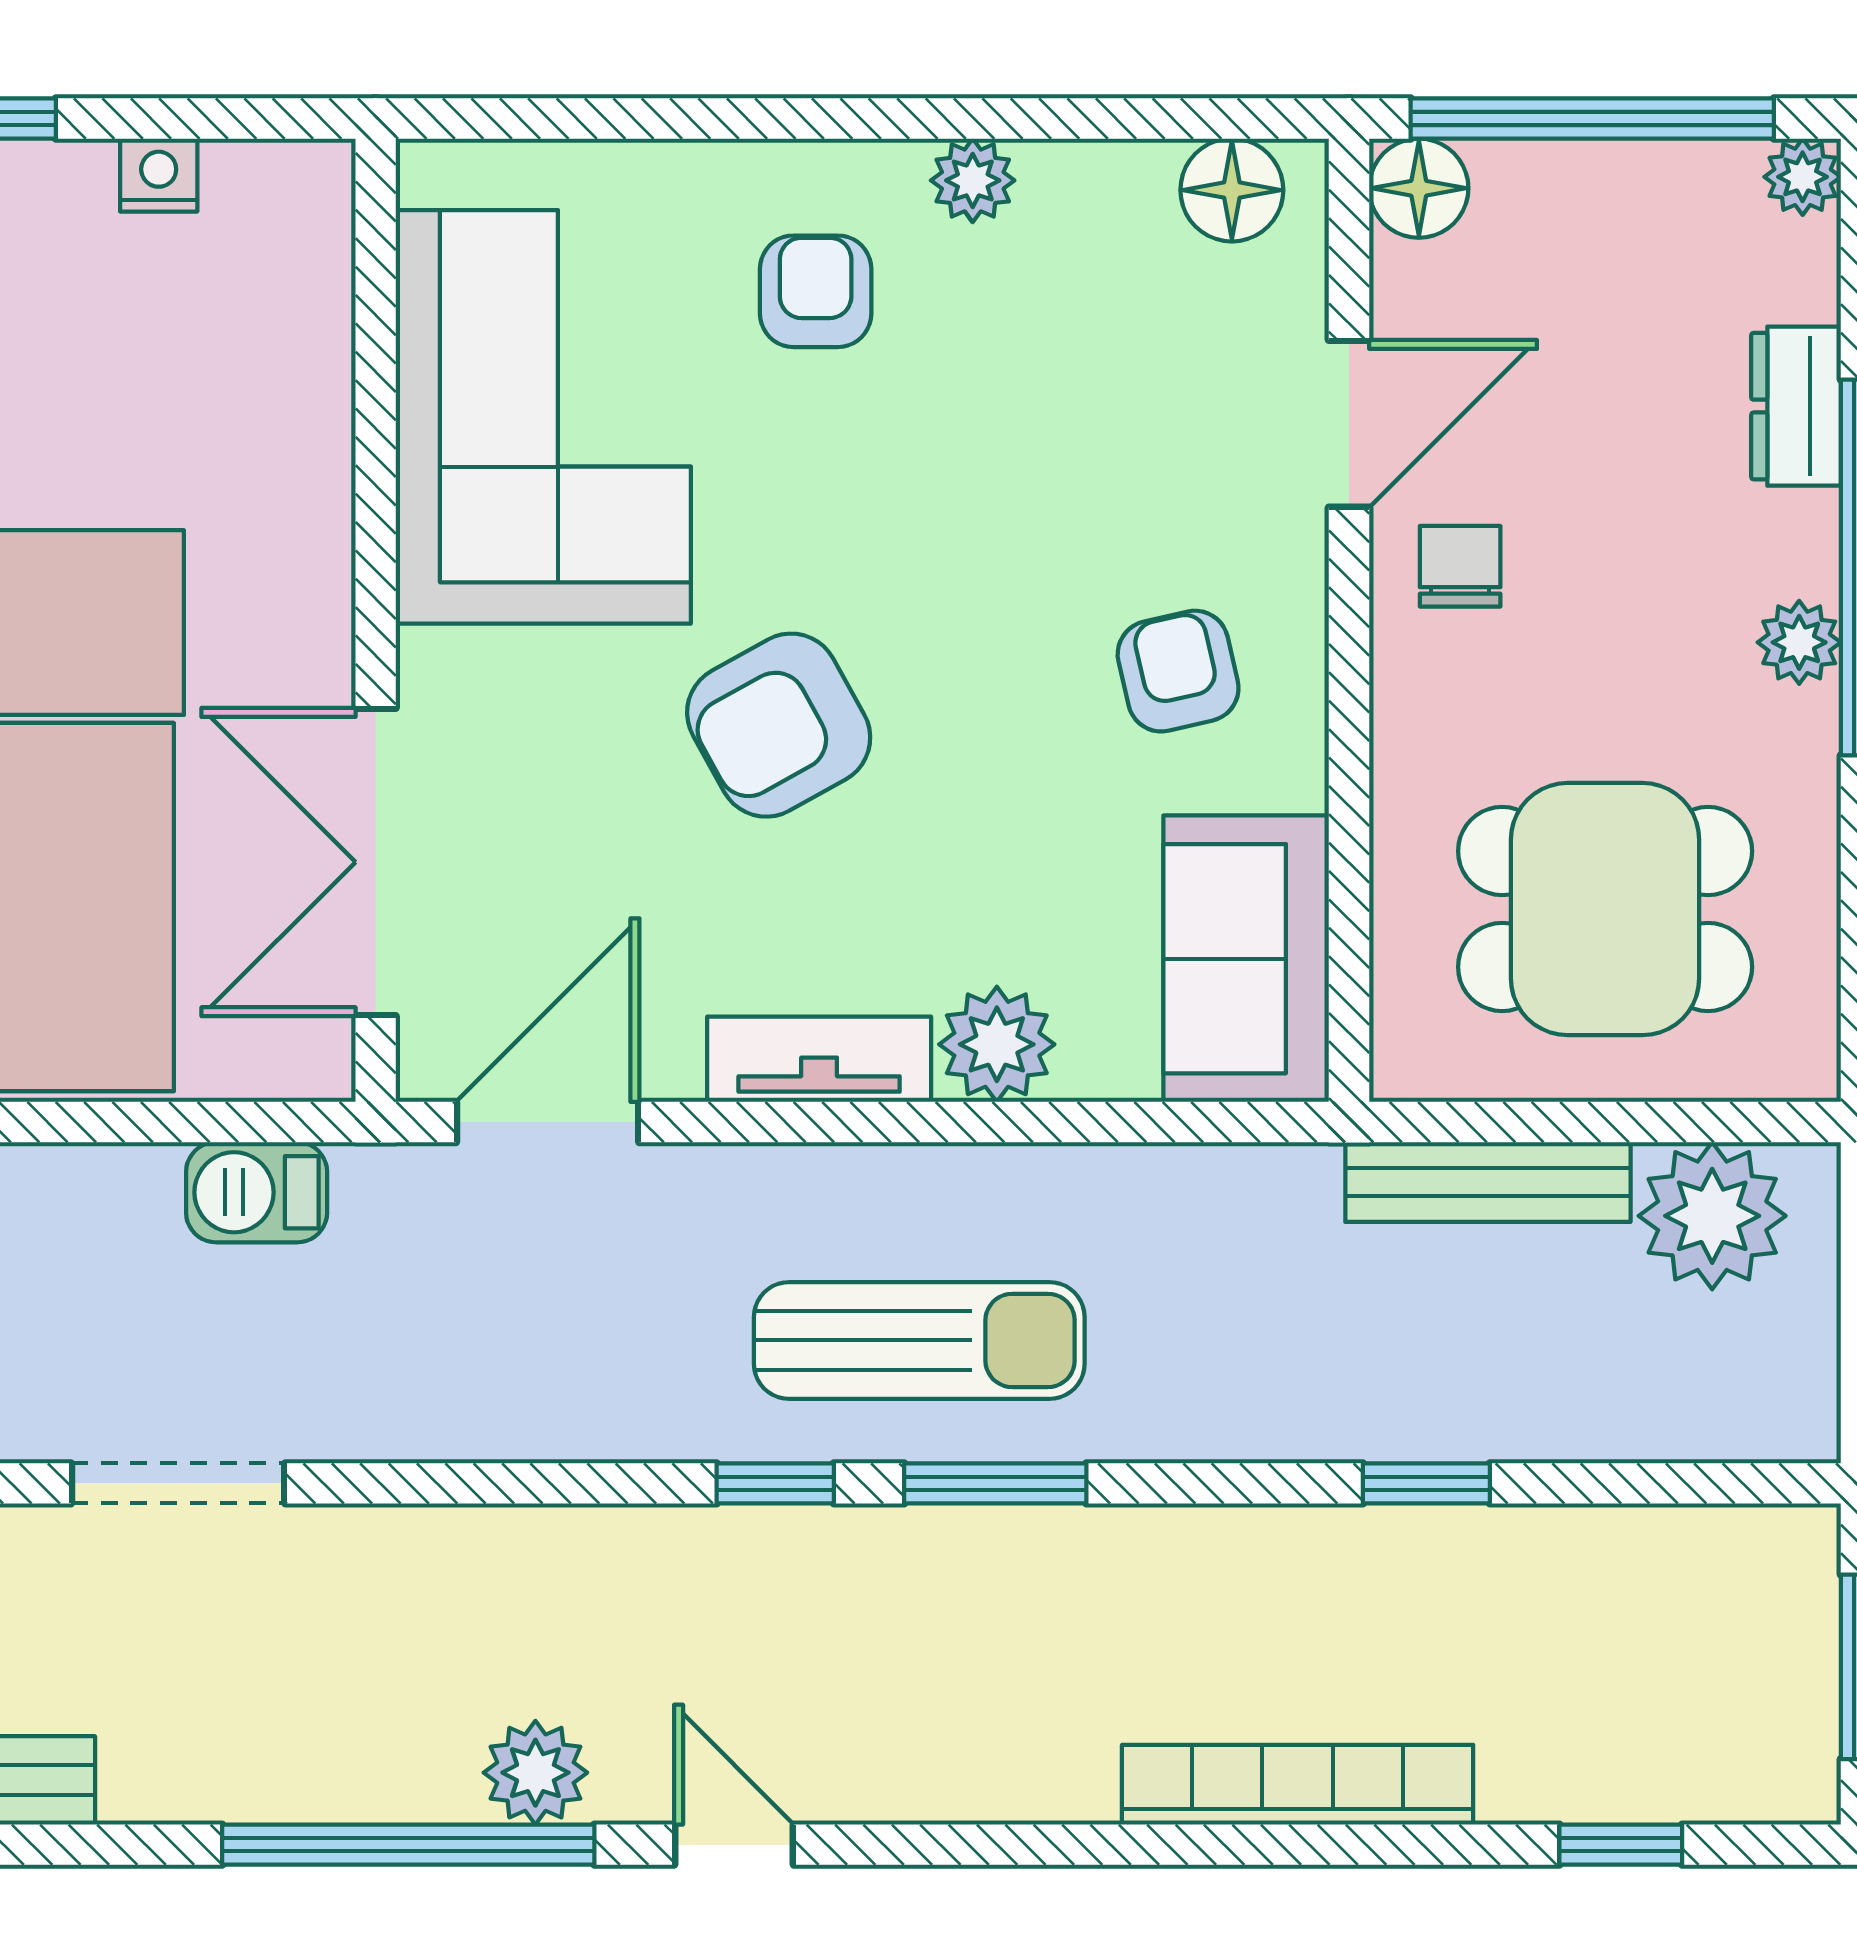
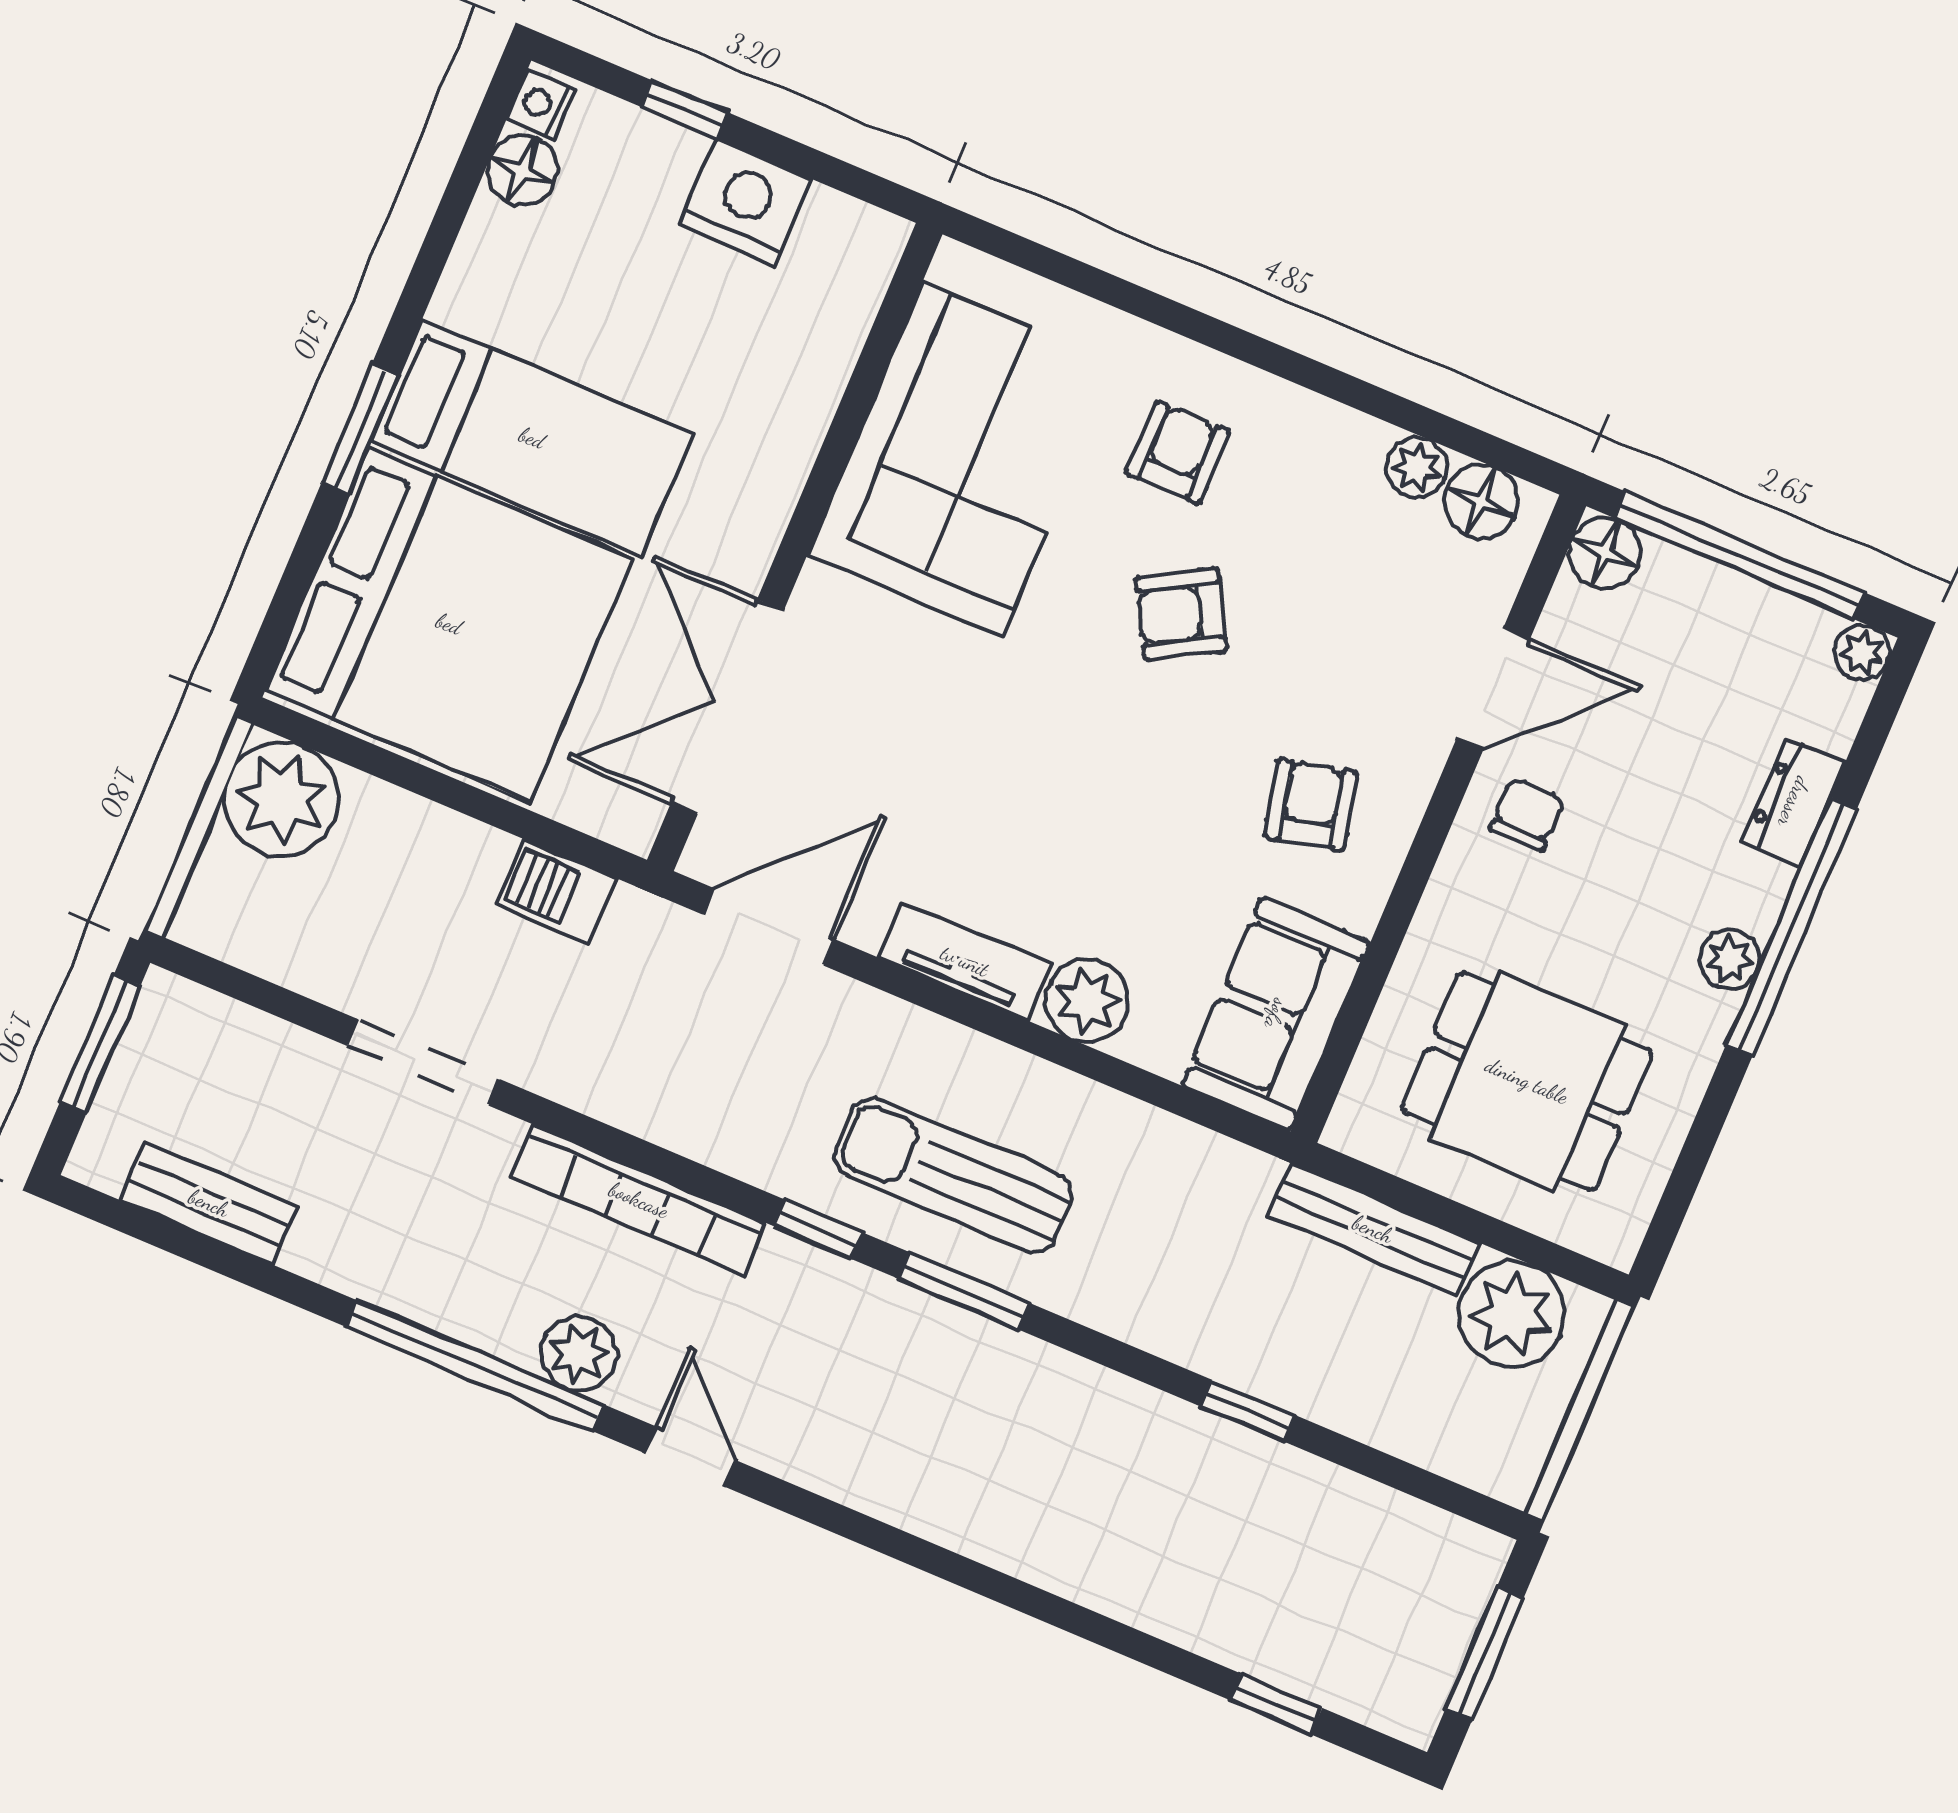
nightstand: (159, 175) -> (745, 202), width x1.89, depth x1.79
plant: (973, 180) -> (1417, 467), moved
armchair: (779, 725) -> (1181, 614), moved, width x0.72, depth x0.72
sun lounger: (919, 1340) -> (953, 1175), turned 180
bookcase: (1298, 1785) -> (639, 1200), moved, turned 180

